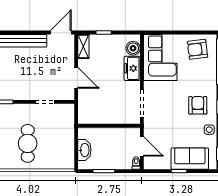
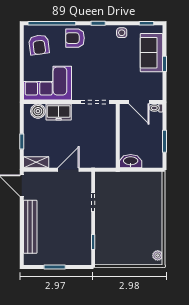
armchair: (198, 105) -> (75, 38), moved
cafe table: (28, 143) -> (136, 220), removed
door: (142, 146) -> (139, 102), swing flipped
washbasin: (84, 150) -> (131, 161), moved

